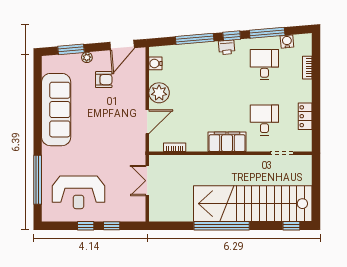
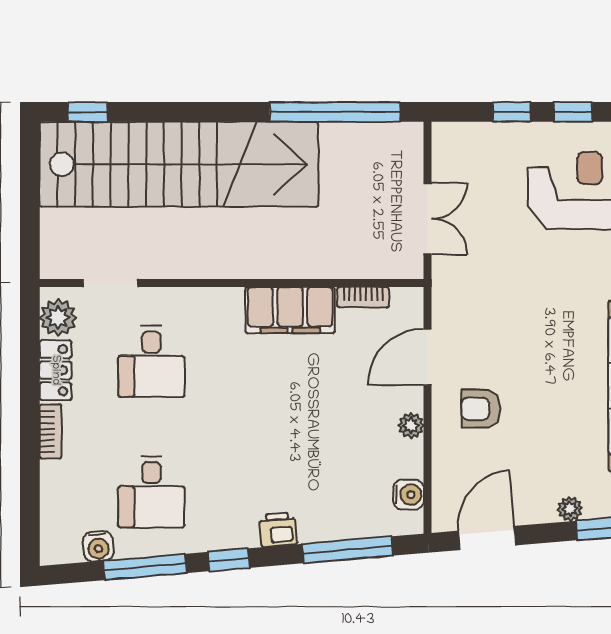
window: (195, 39) -> (348, 550), moved
printer: (227, 47) -> (278, 530), moved
bookcase: (307, 68) -> (50, 432), moved
armchair: (104, 80) -> (481, 409), moved
plant: (159, 93) -> (411, 425), width x0.53, depth x0.53
plant: (304, 139) -> (58, 318), added
filing cabinet: (227, 142) -> (290, 310), moved
window: (222, 226) -> (335, 112), moved

